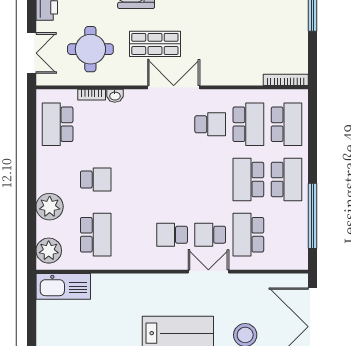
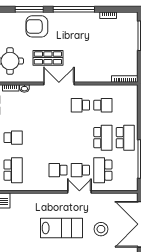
school desk: (210, 124) -> (80, 105), turned 180
school desk: (248, 124) -> (103, 105), width x0.54
school desk: (287, 124) -> (125, 105), removed
school desk: (248, 179) -> (103, 138), turned 180

